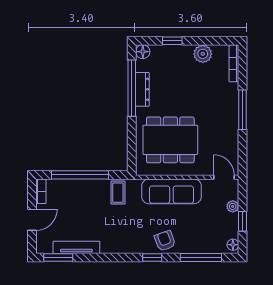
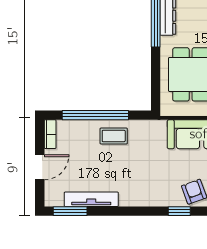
coffee table: (118, 193) -> (114, 136), moved, turned 90

